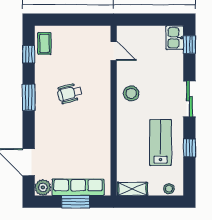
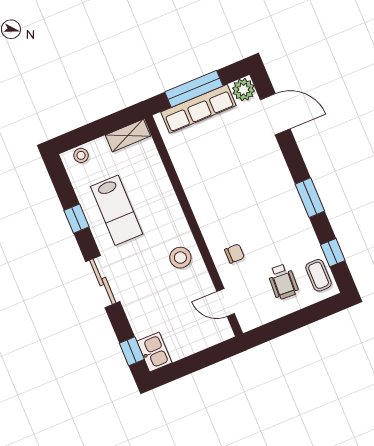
chair: (94, 81) -> (234, 254), added
wheelchair: (70, 93) -> (283, 282), moved, turned 108
window: (76, 202) -> (194, 89), width x1.44

